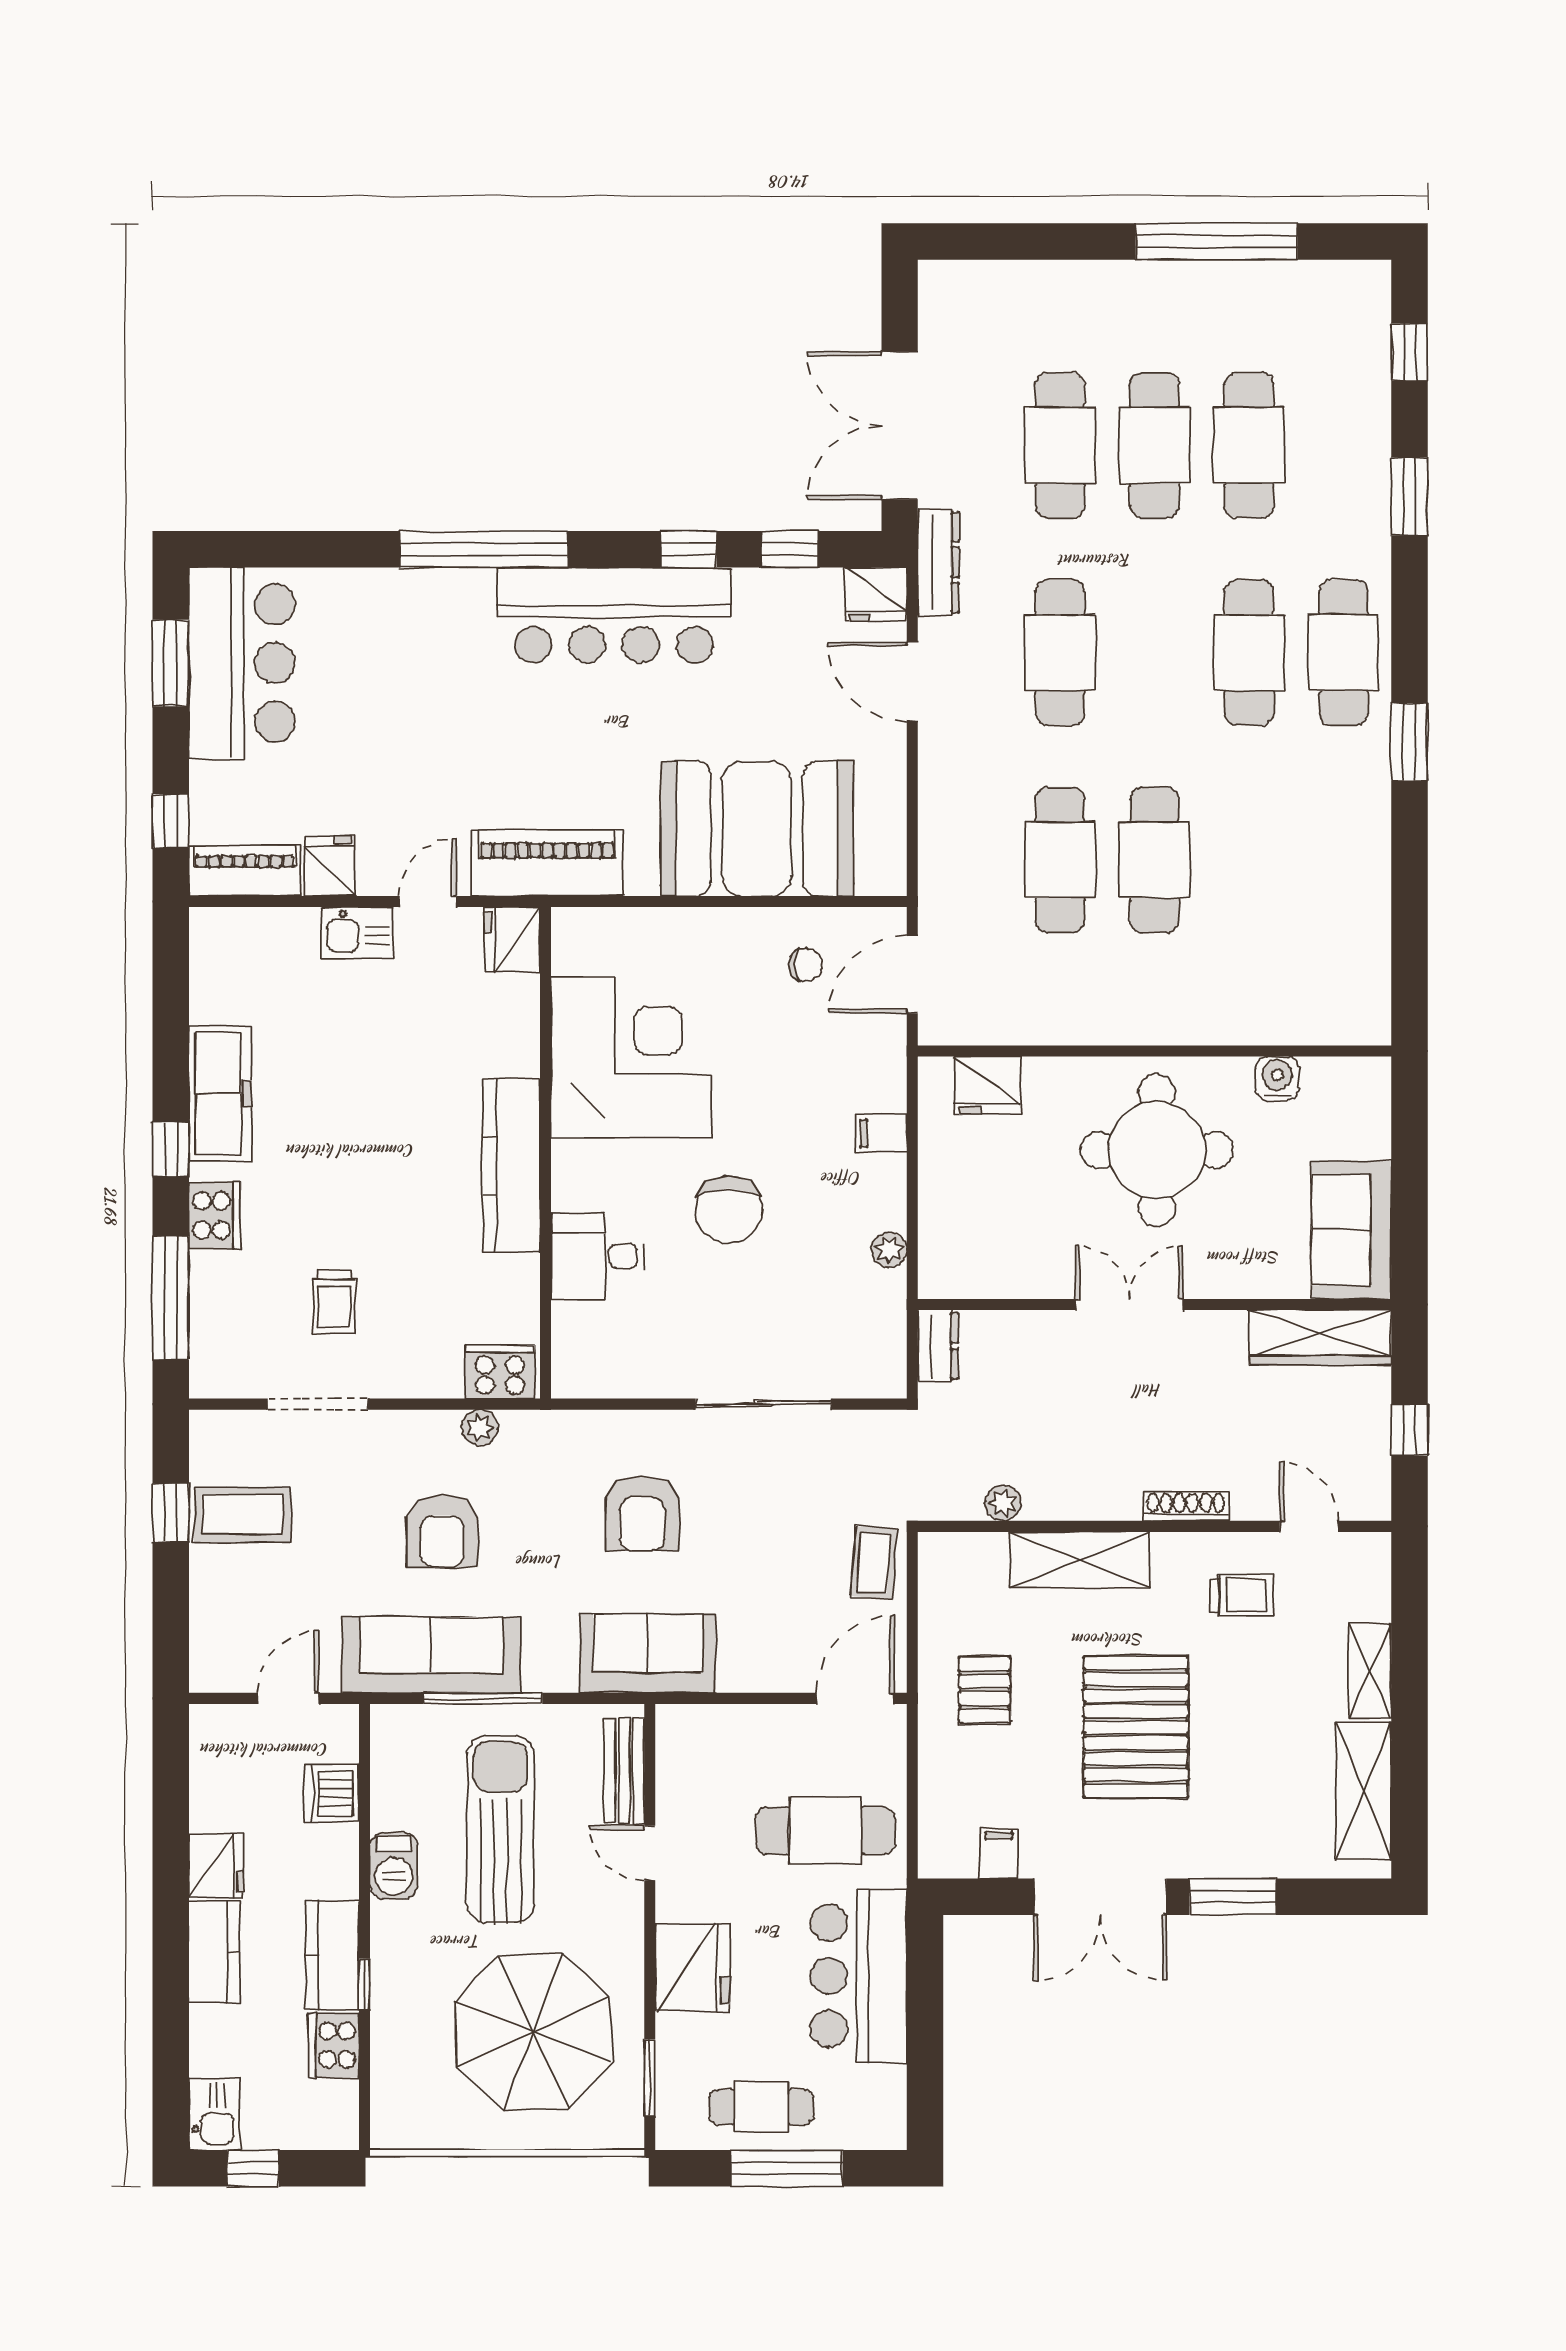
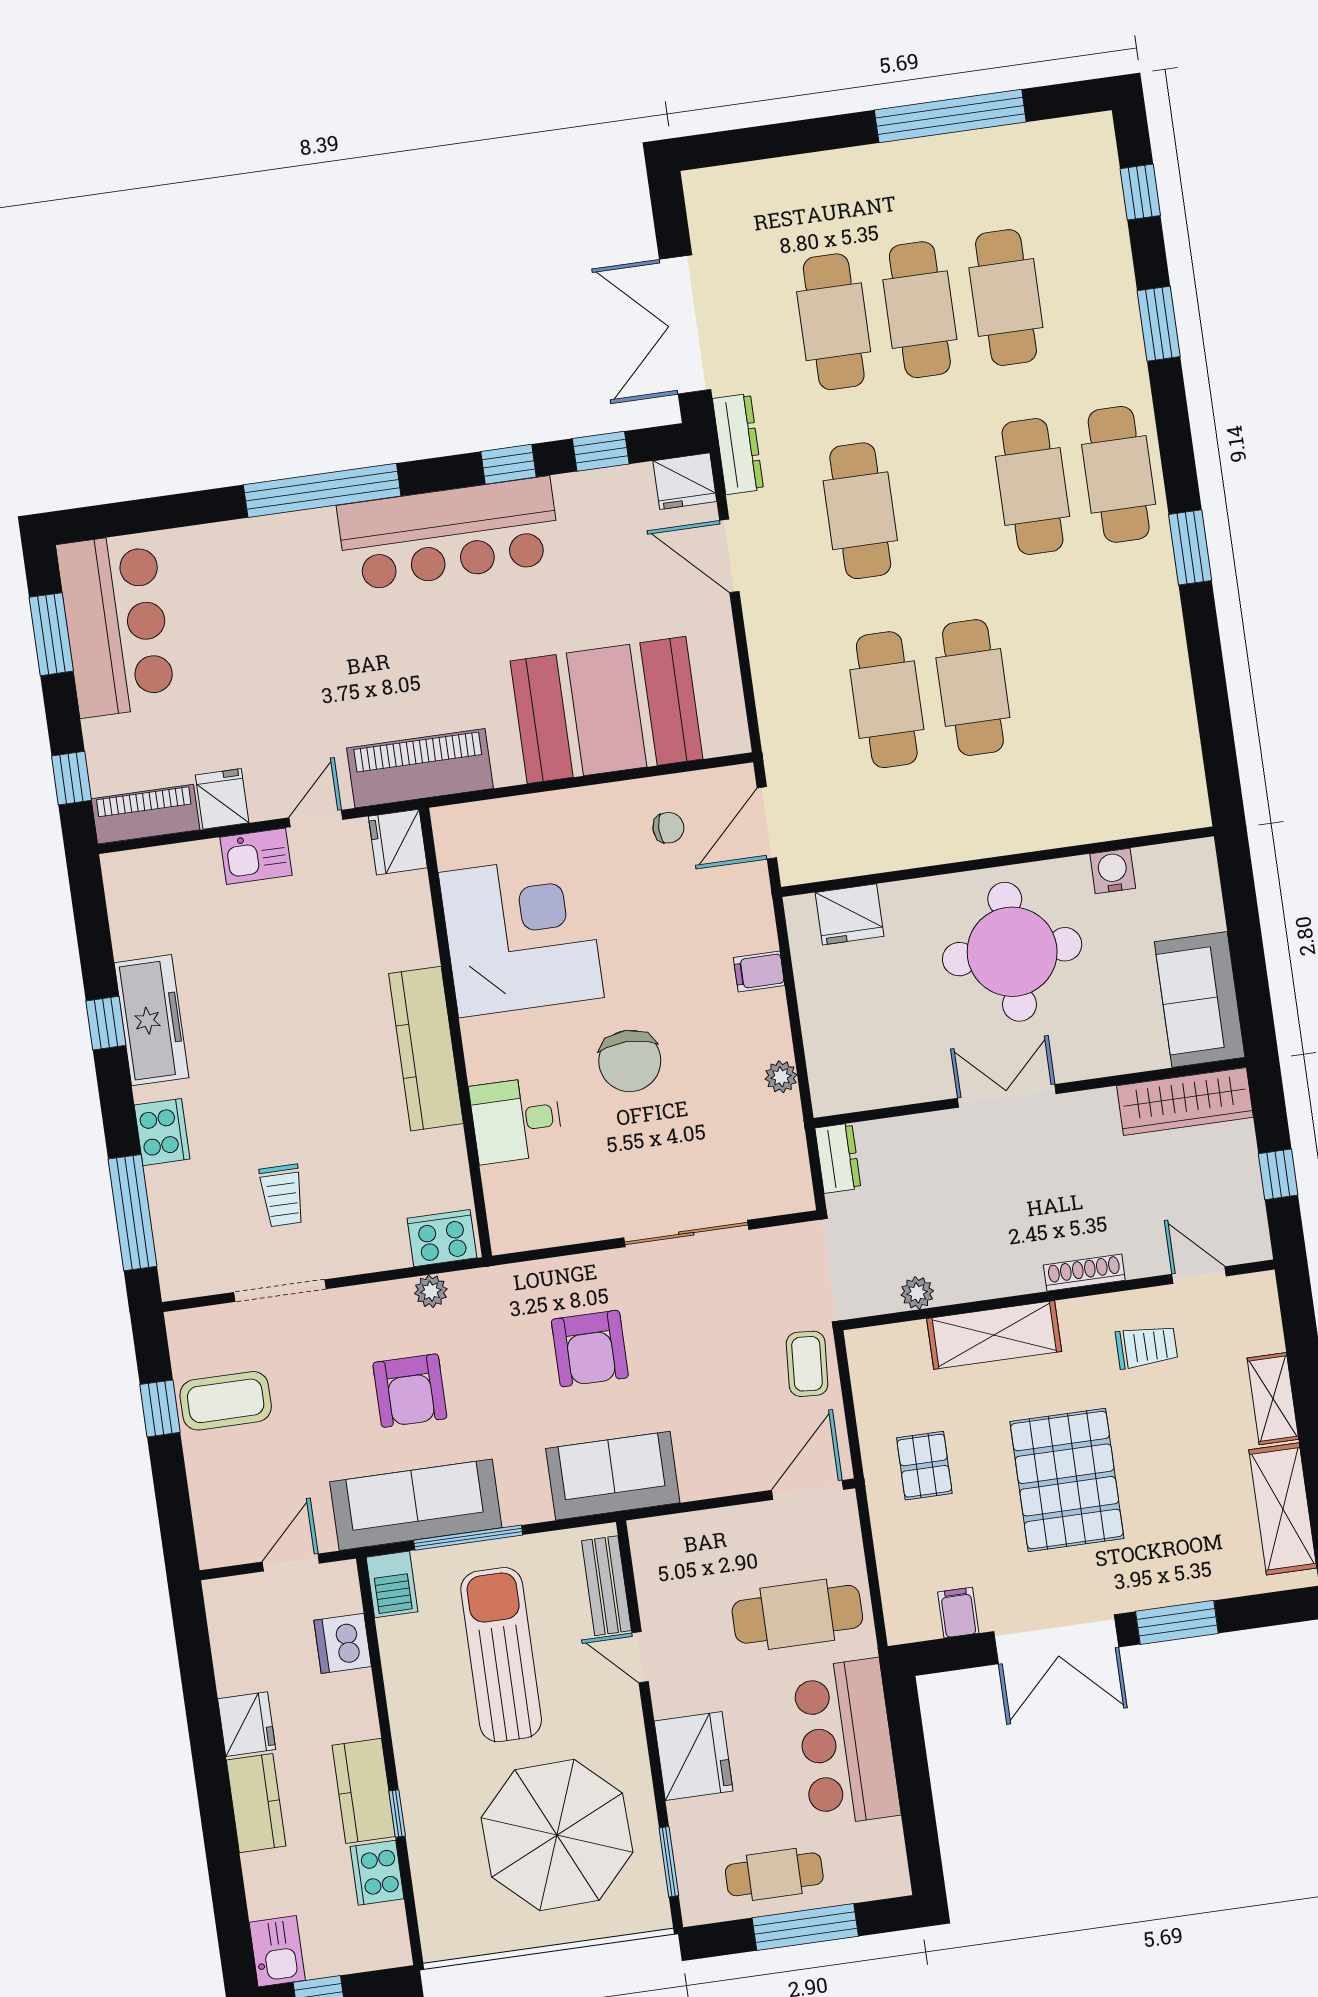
window: (171, 1149) -> (106, 1023), moved
barbecue: (394, 1866) -> (392, 1584), moved

